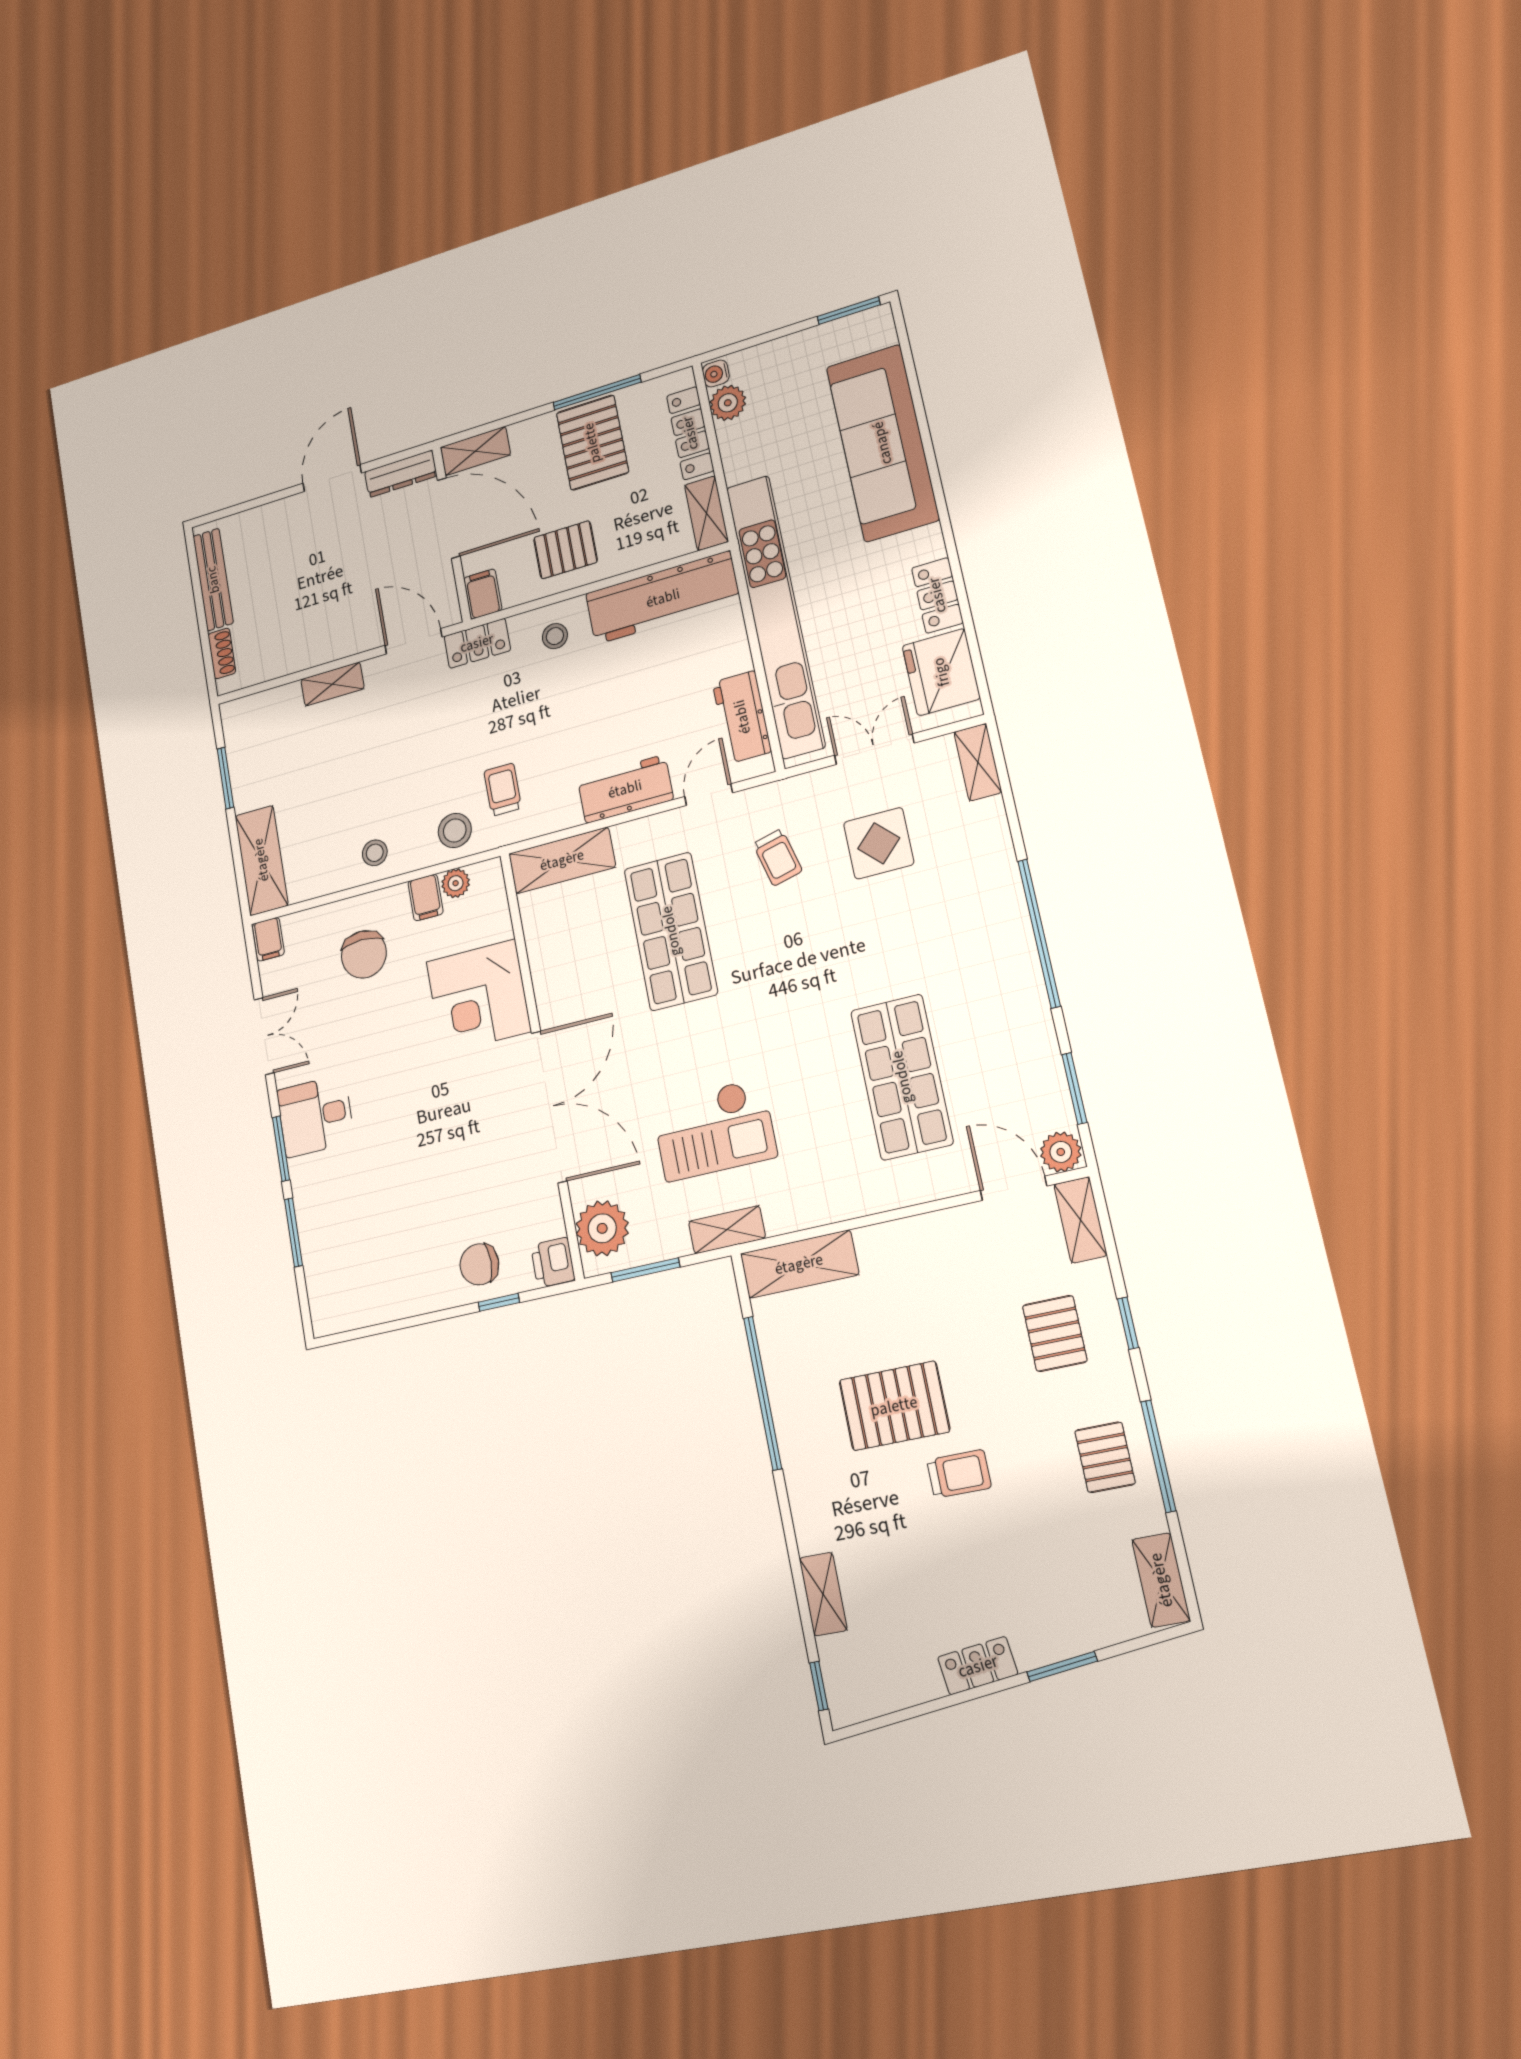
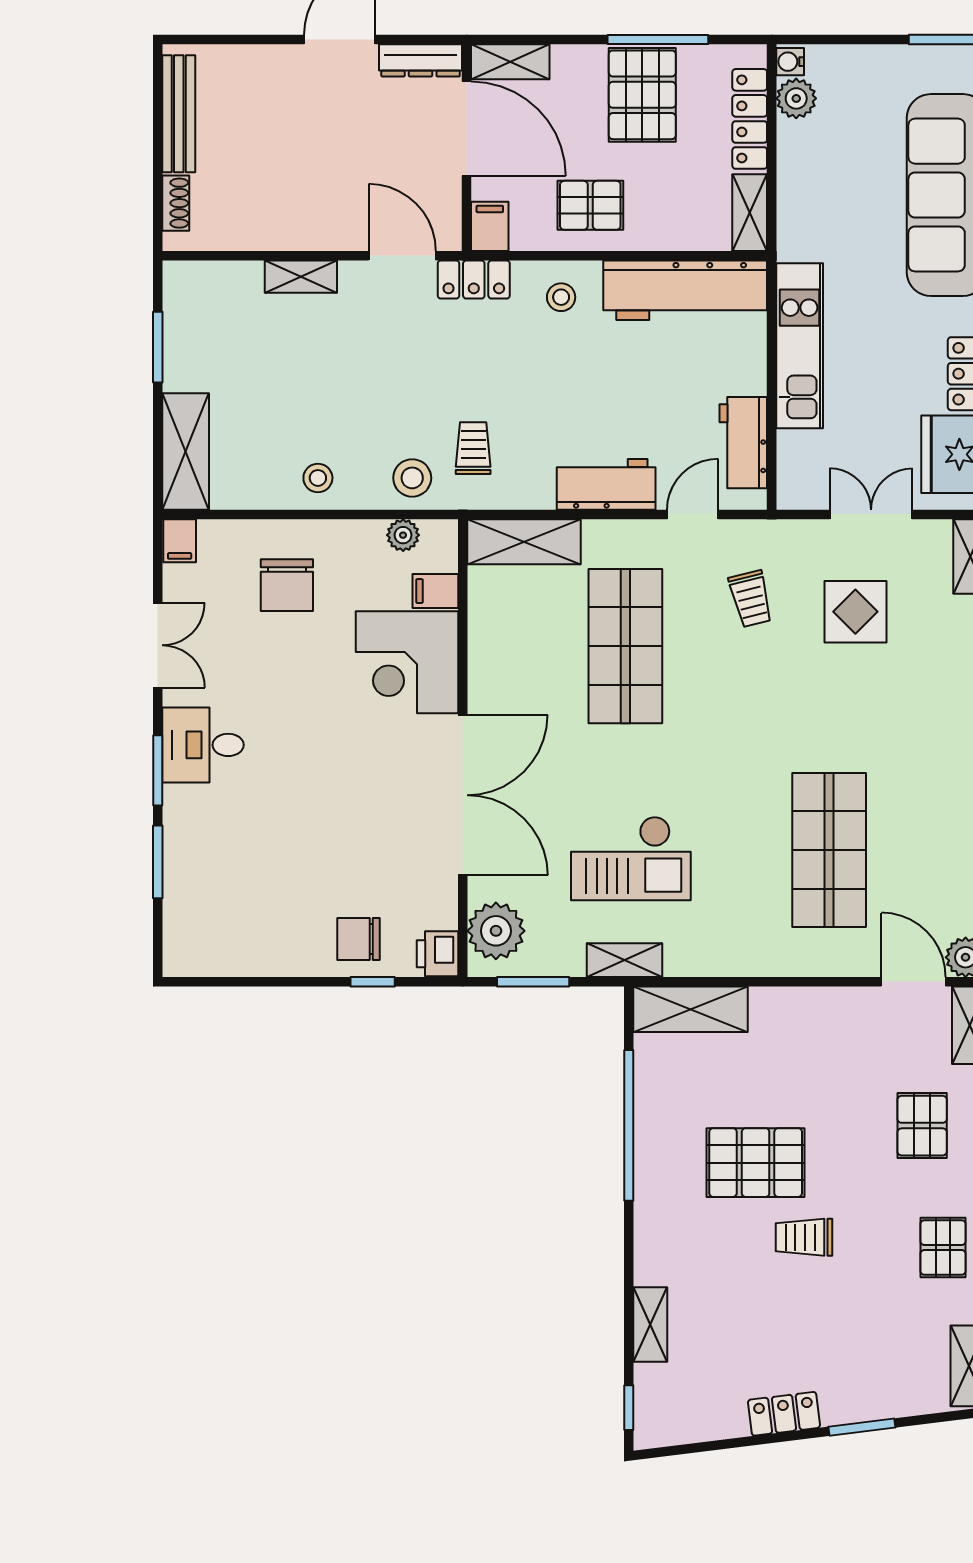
kitchen unit: (775, 616) -> (800, 346), width x0.54
filing cabinet: (426, 898) -> (435, 591), moved, turned 90
trolley: (959, 1474) -> (804, 1237), turned 180

